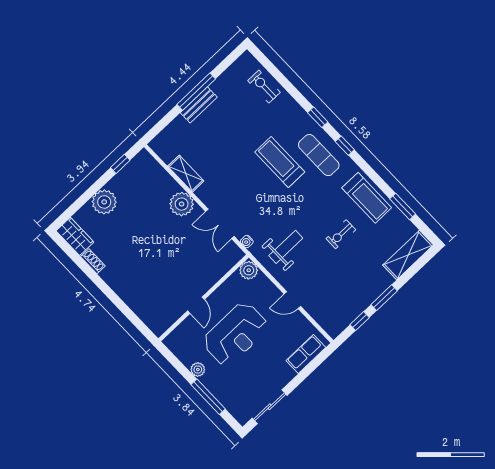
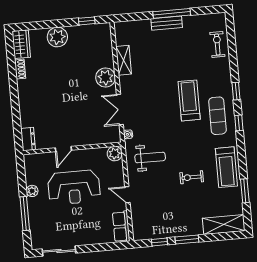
dresser: (154, 323) -> (28, 139), added
row of seats: (306, 354) -> (121, 226), moved, turned -90

